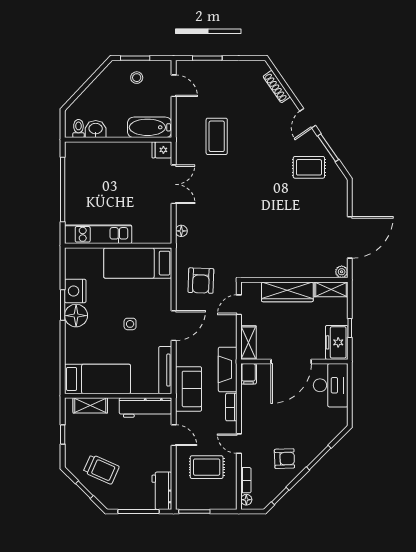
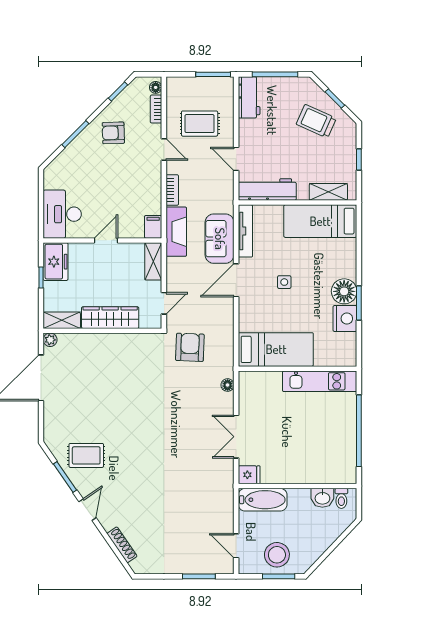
stool: (137, 78) -> (277, 555), width x1.89, depth x1.89
coffee table: (217, 136) -> (188, 490), removed
armchair: (201, 281) -> (190, 347), moved
door: (291, 361) -> (106, 240), width x0.53
sofa: (188, 389) -> (220, 239), moved

